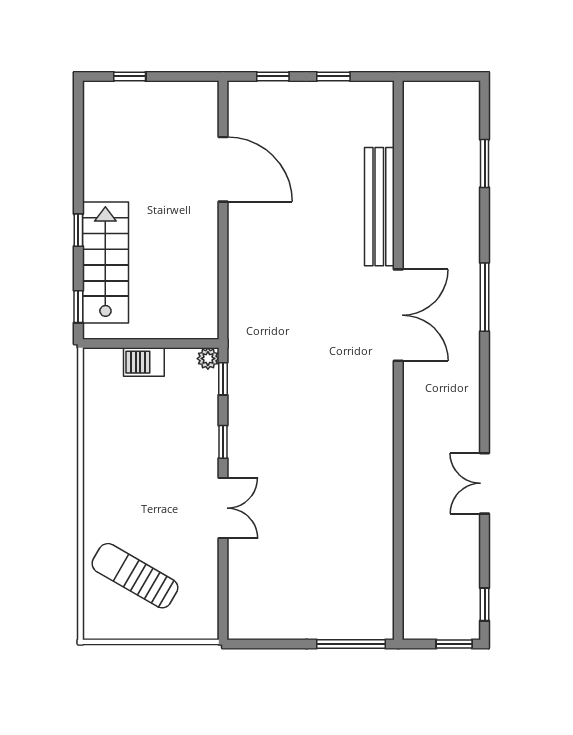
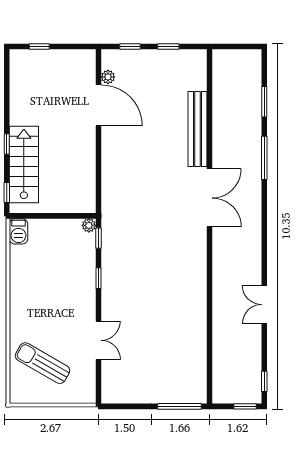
plant: (238, 124) -> (108, 77), added
window: (485, 297) -> (264, 158), moved
barbecue: (144, 362) -> (18, 231), moved, turned -90
double door: (223, 508) -> (98, 340), moved

